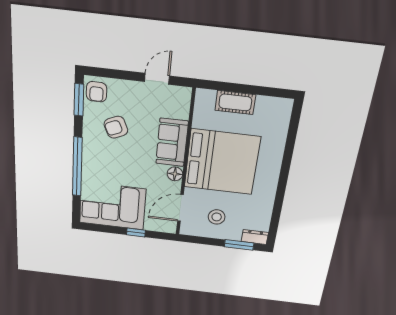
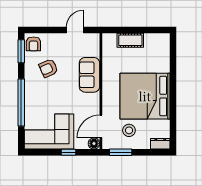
bed: (222, 162) -> (145, 96), moved, turned 180
floor lamp: (175, 174) -> (94, 144), moved
window: (239, 245) -> (121, 152), moved

